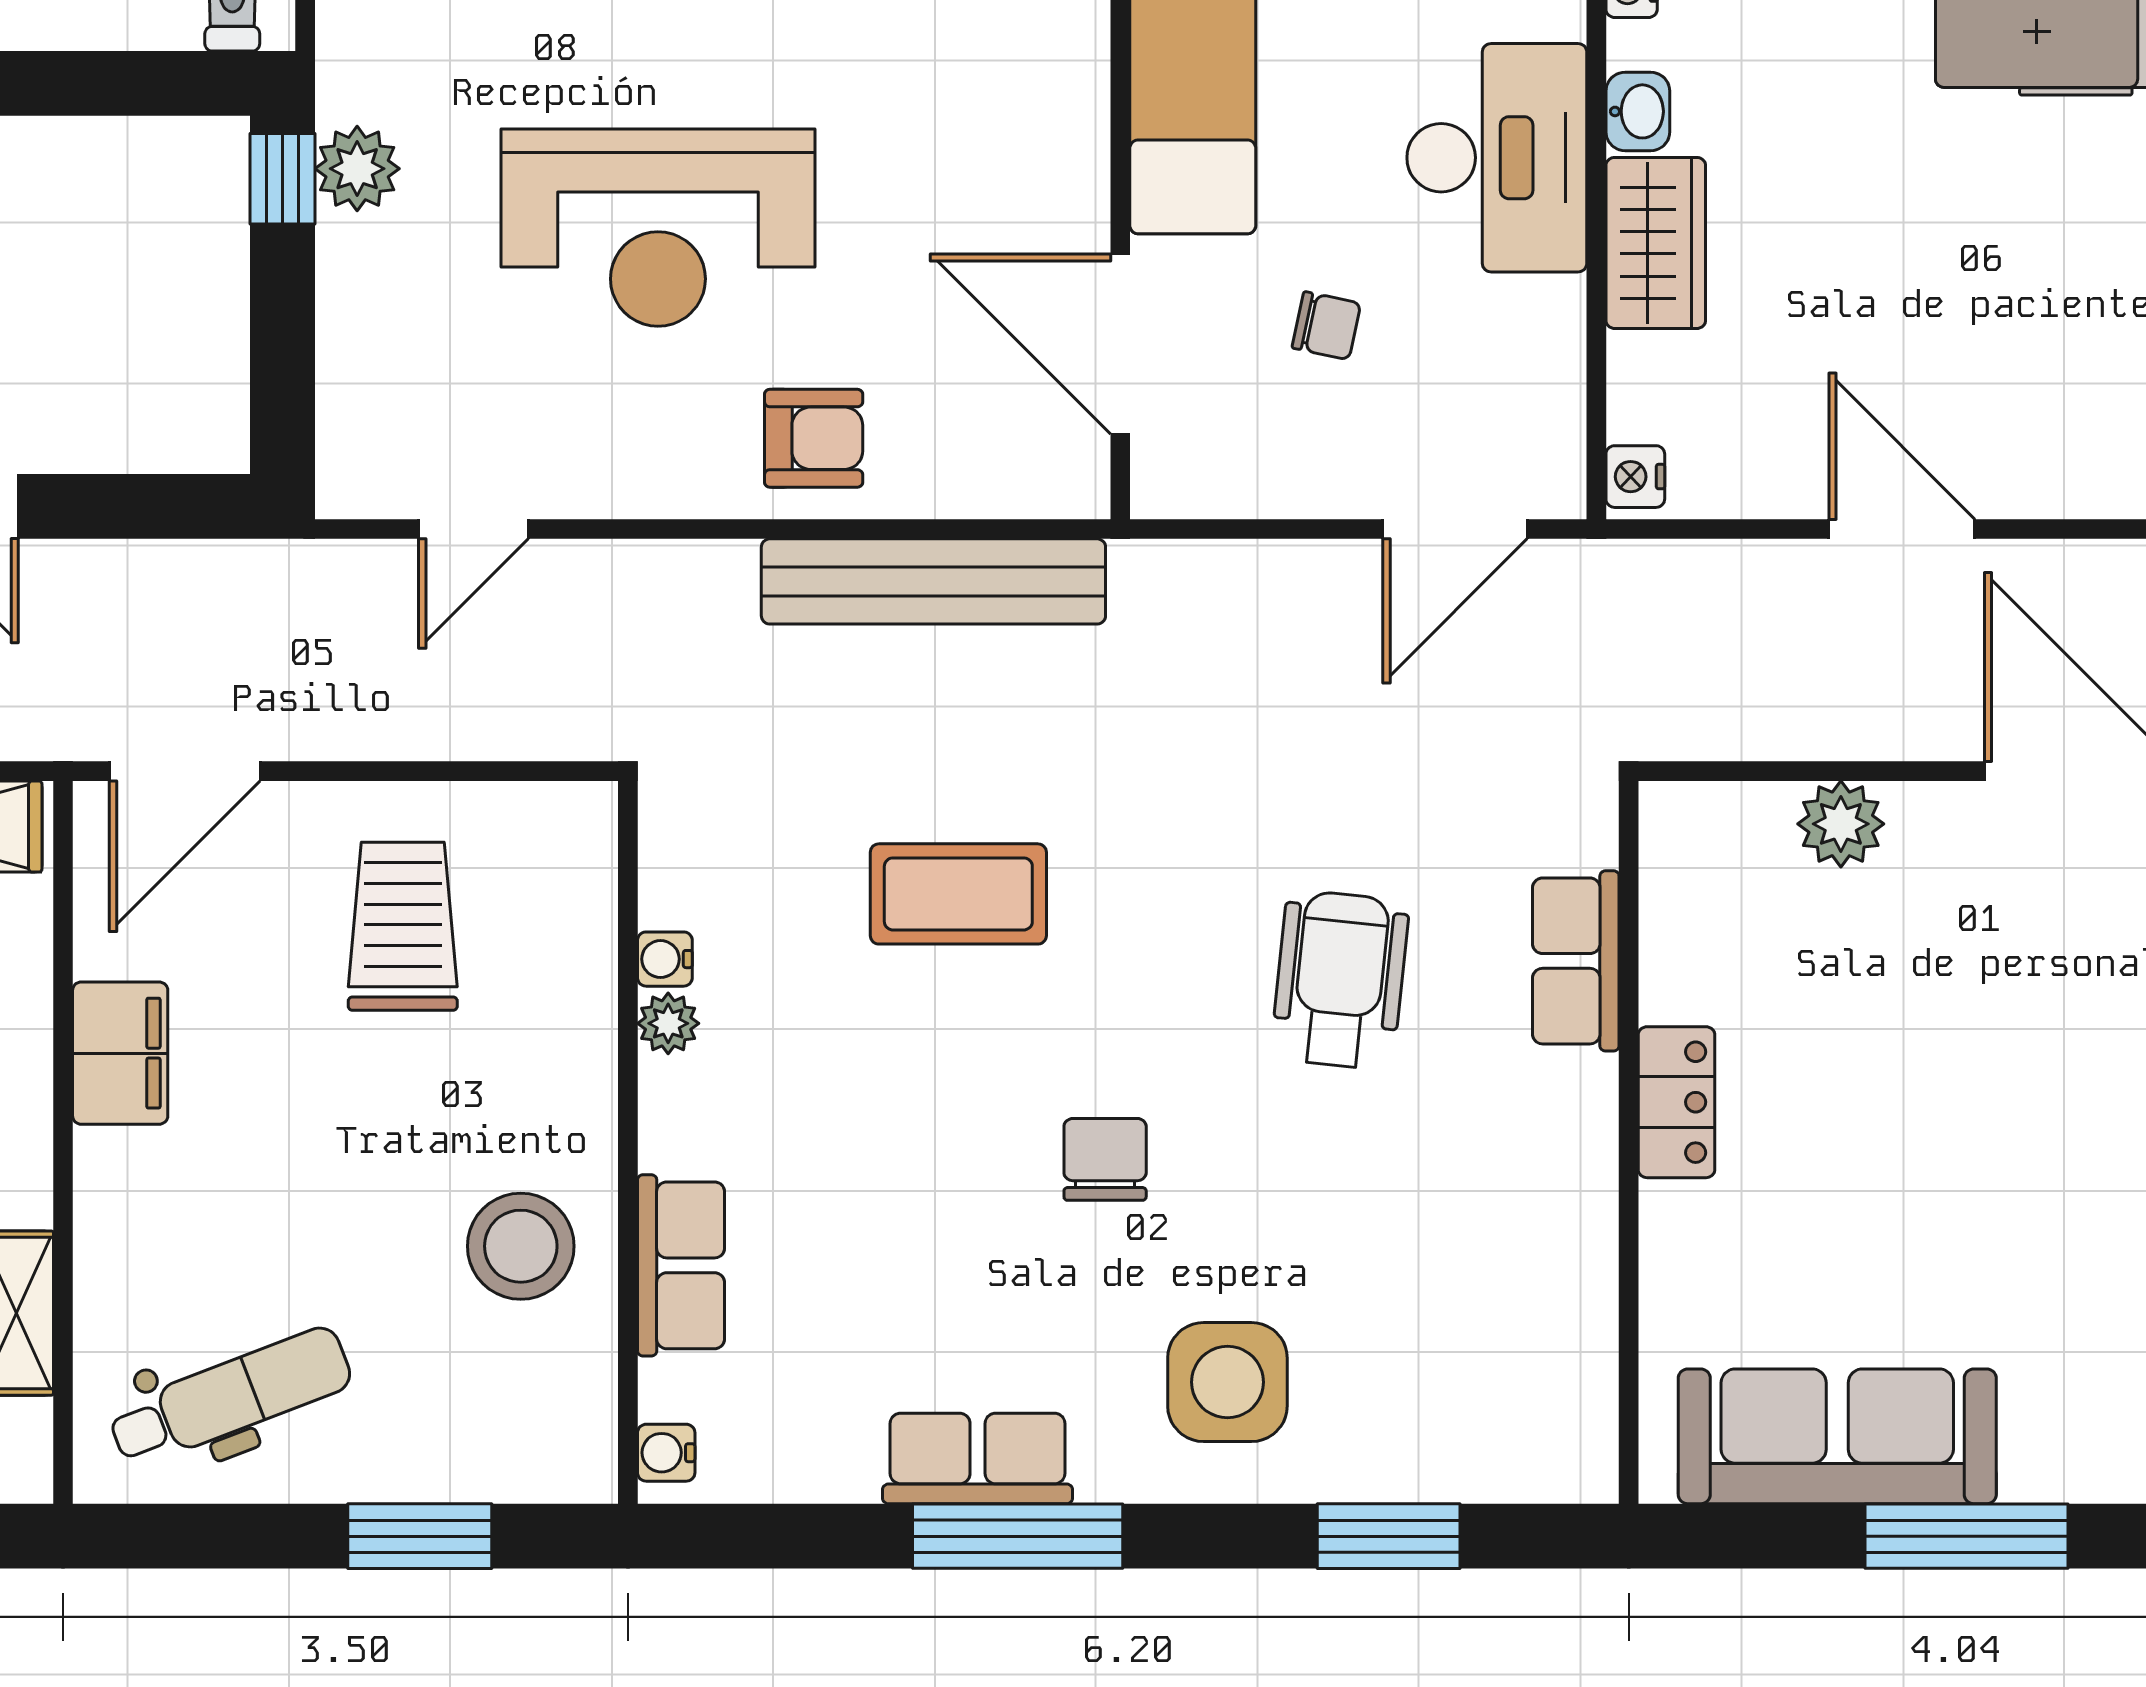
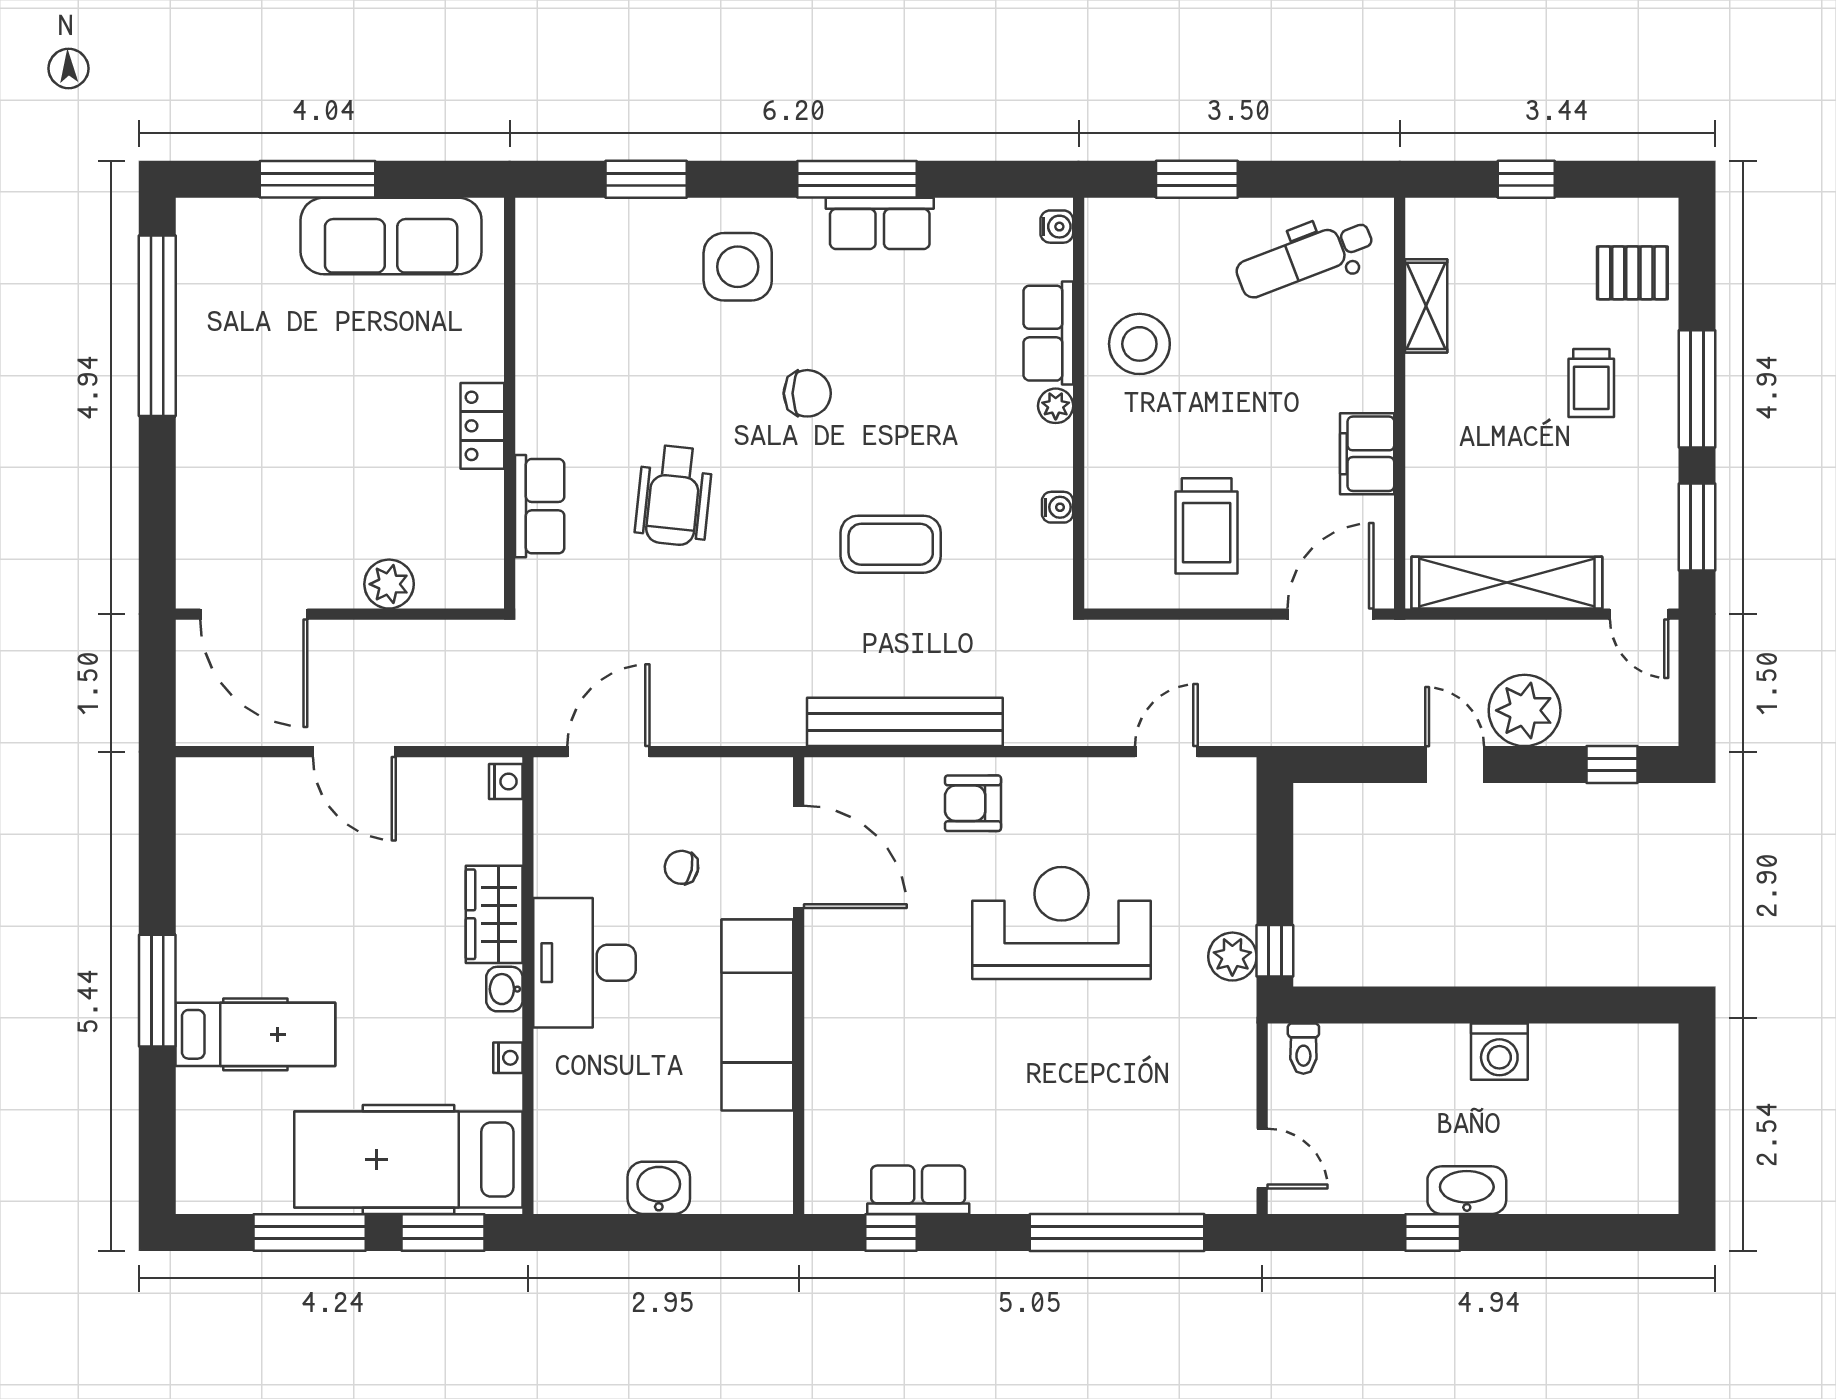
plant: (668, 1023) -> (1056, 406), moved
chair: (1105, 1159) -> (807, 393), turned -90

